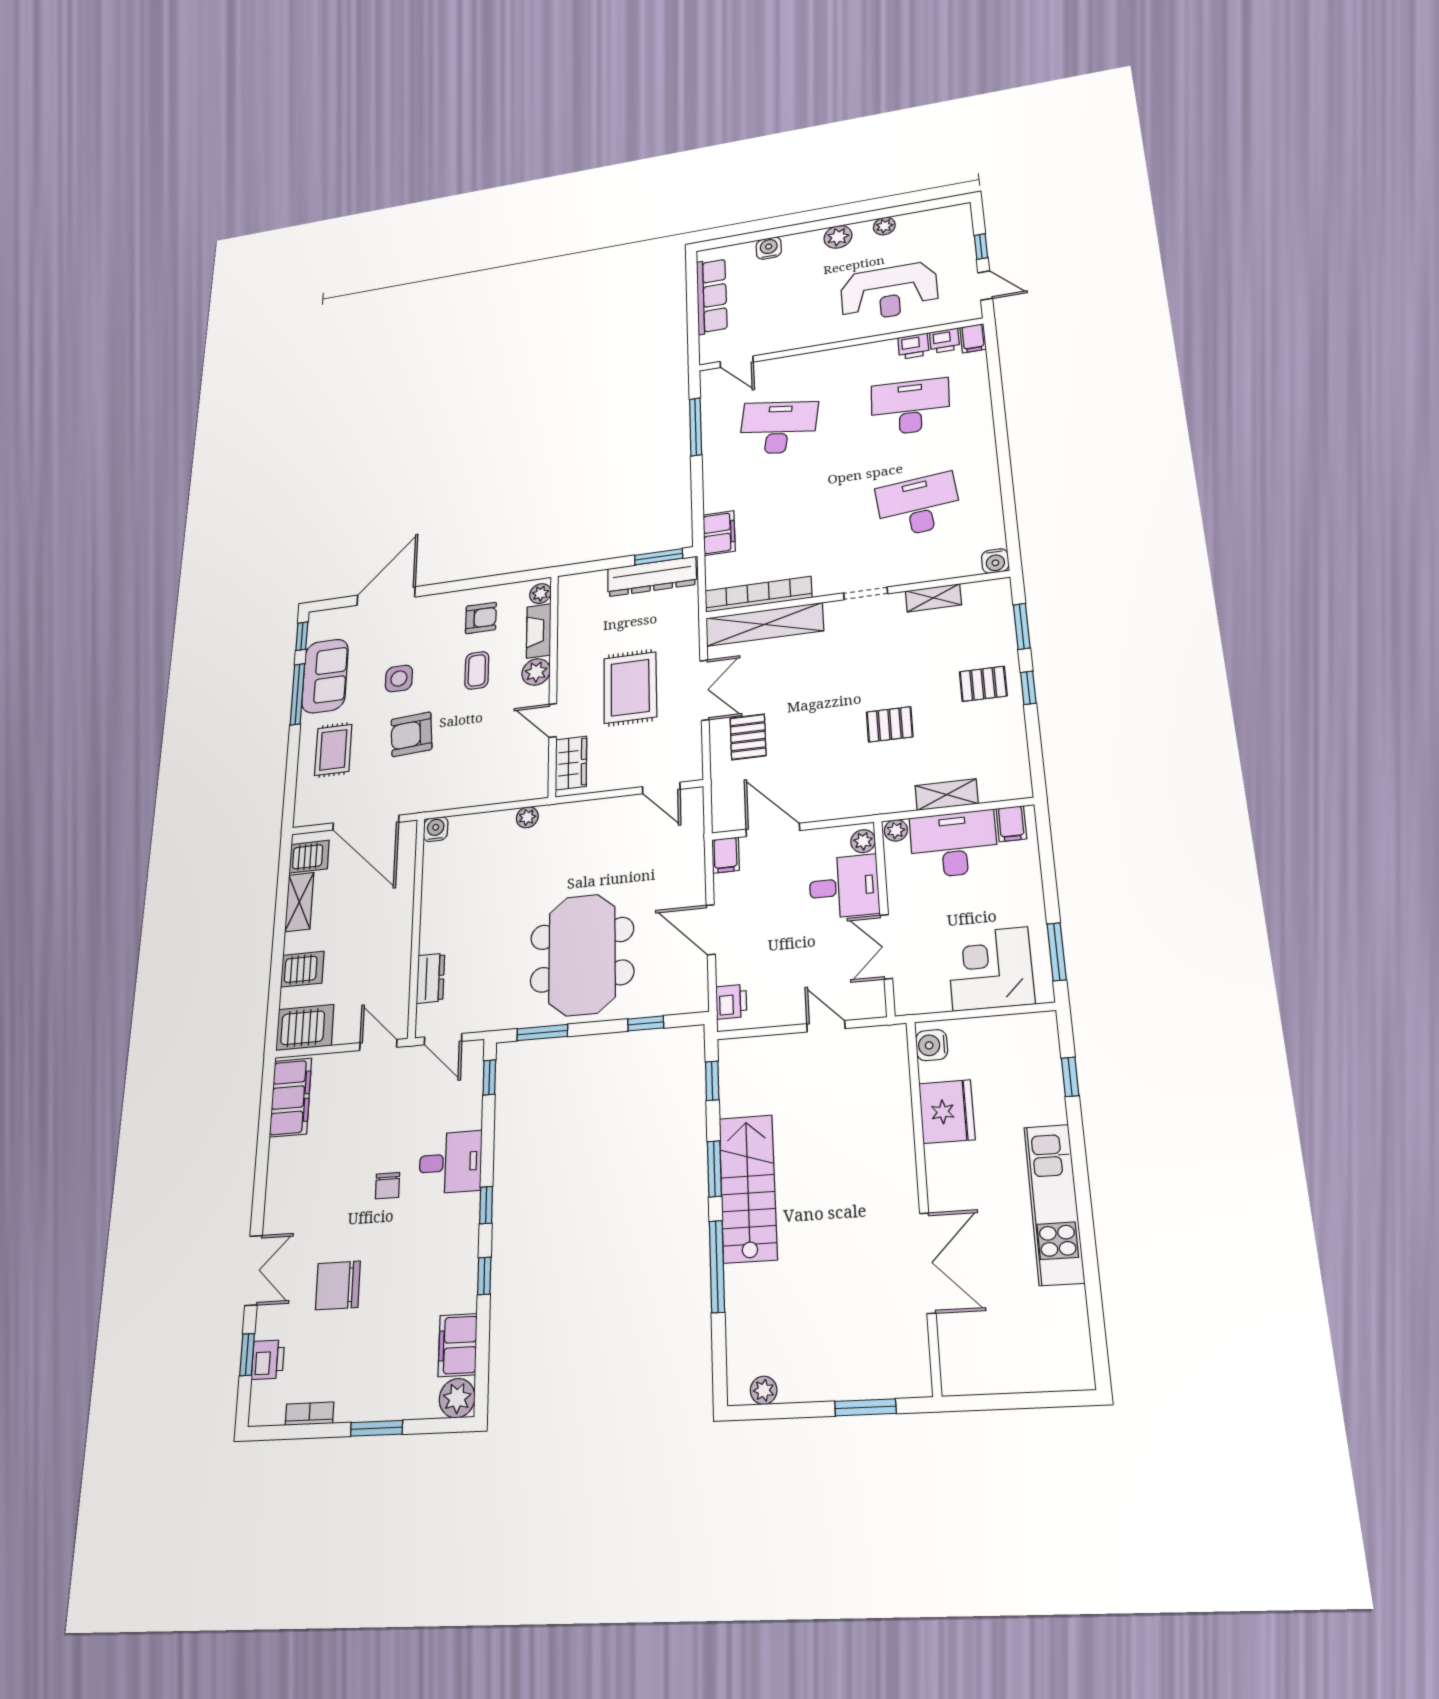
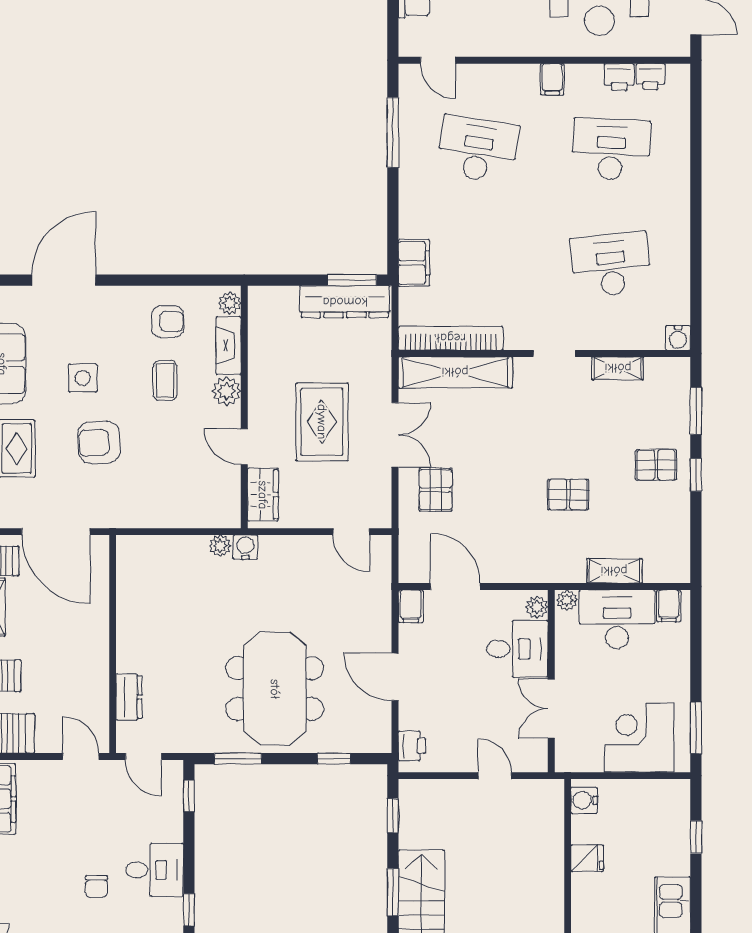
filing cabinet: (973, 338) -> (552, 79), moved
water cooler: (436, 829) -> (245, 547), moved
fridge: (947, 1112) -> (587, 858), width x0.53, depth x0.75

